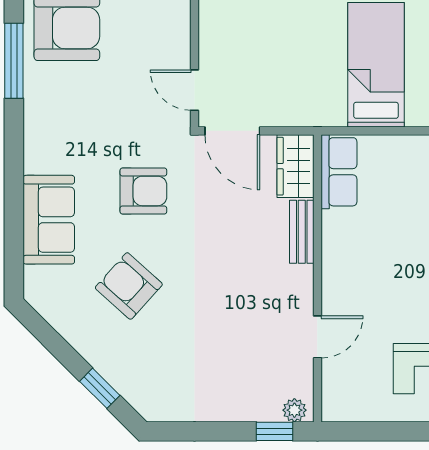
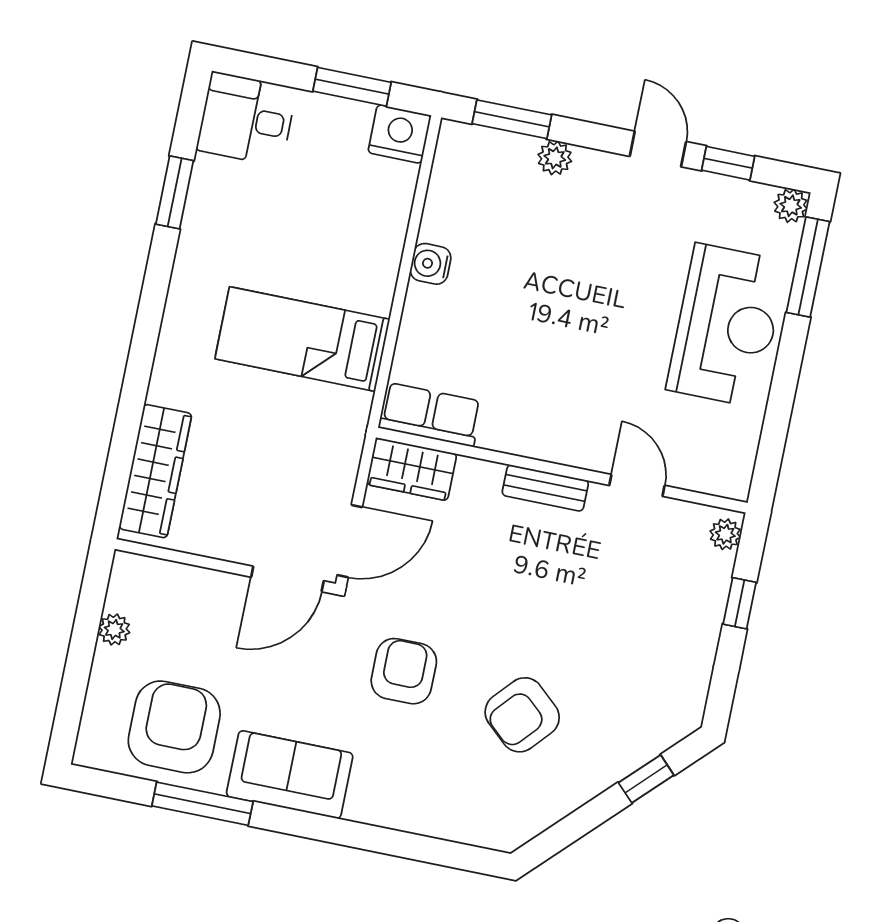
door: (195, 90) -> (287, 579), width x1.38
sofa: (49, 220) -> (290, 775), moved
bench: (302, 232) -> (545, 488), moved
window: (275, 431) -> (740, 603), moved

